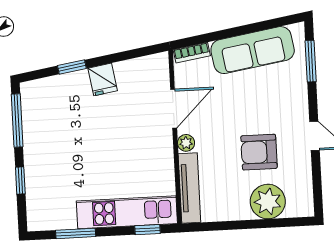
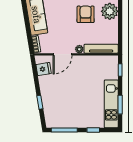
fridge: (103, 79) -> (44, 69), moved
door: (174, 109) -> (63, 54), swing flipped
armchair: (259, 152) -> (86, 14), turned 180
kitchen unit: (127, 212) -> (111, 104), moved

